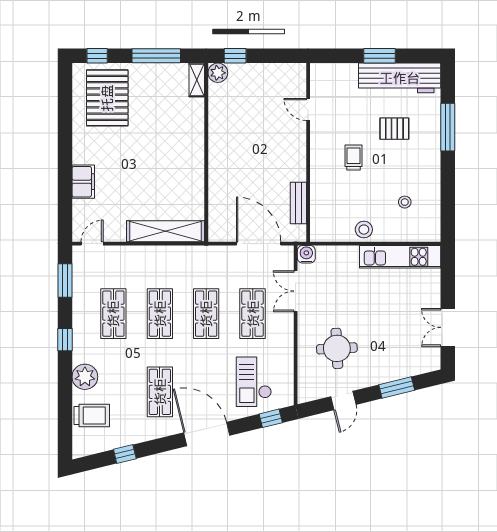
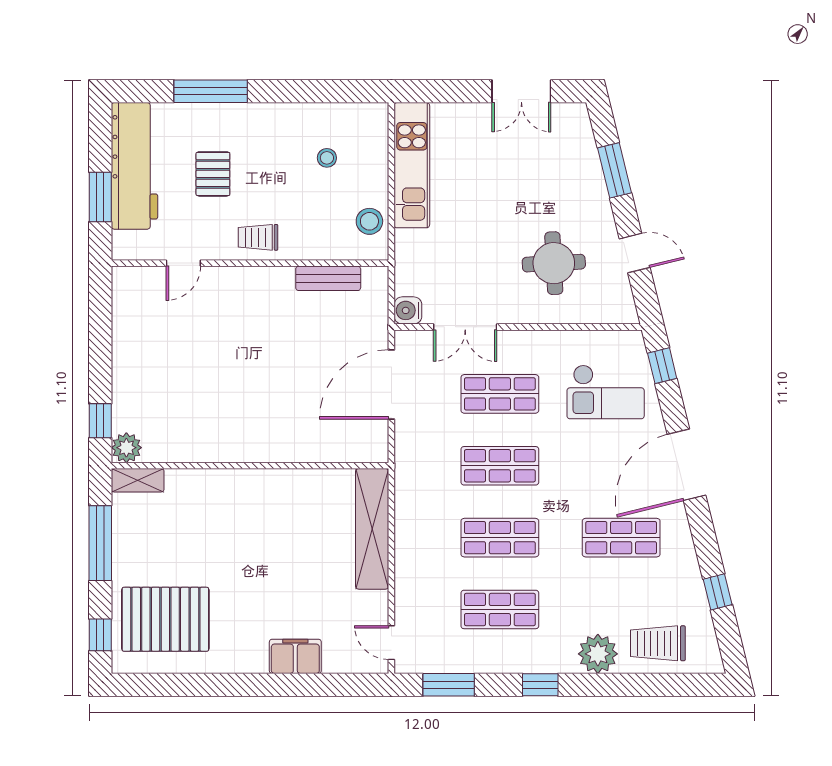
door: (308, 109) -> (183, 263), moved
wall: (308, 152) -> (250, 263), moved
bench: (298, 203) -> (328, 278), moved
trolley: (92, 416) -> (658, 643), turned -90

